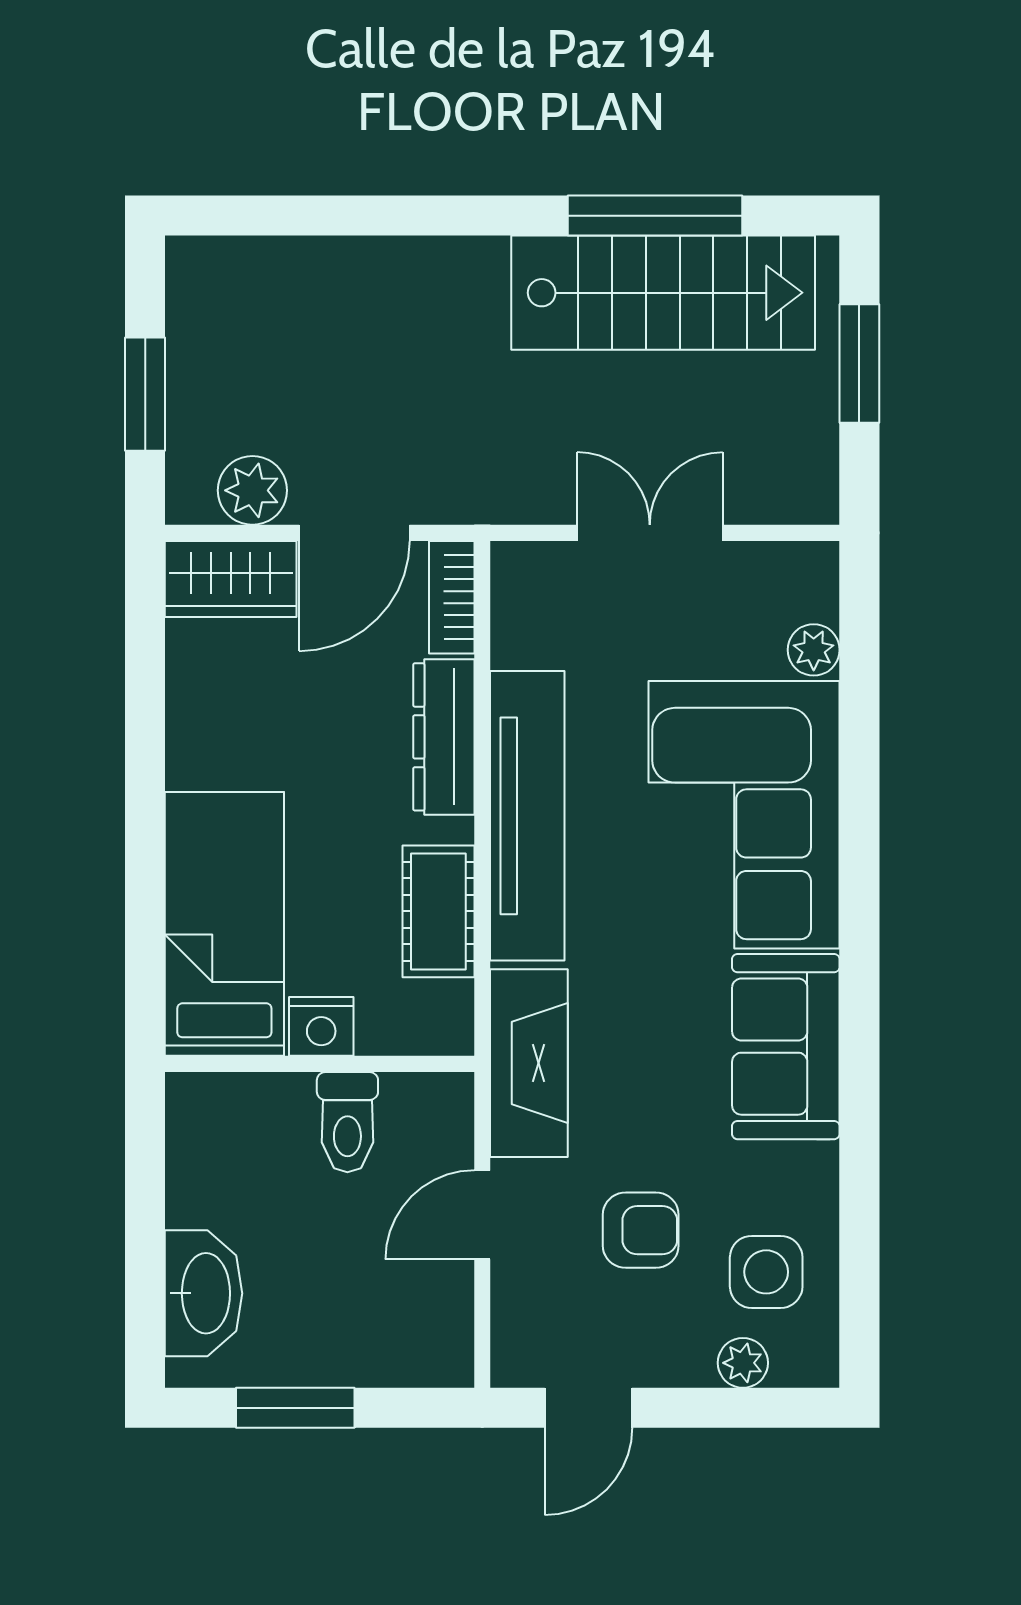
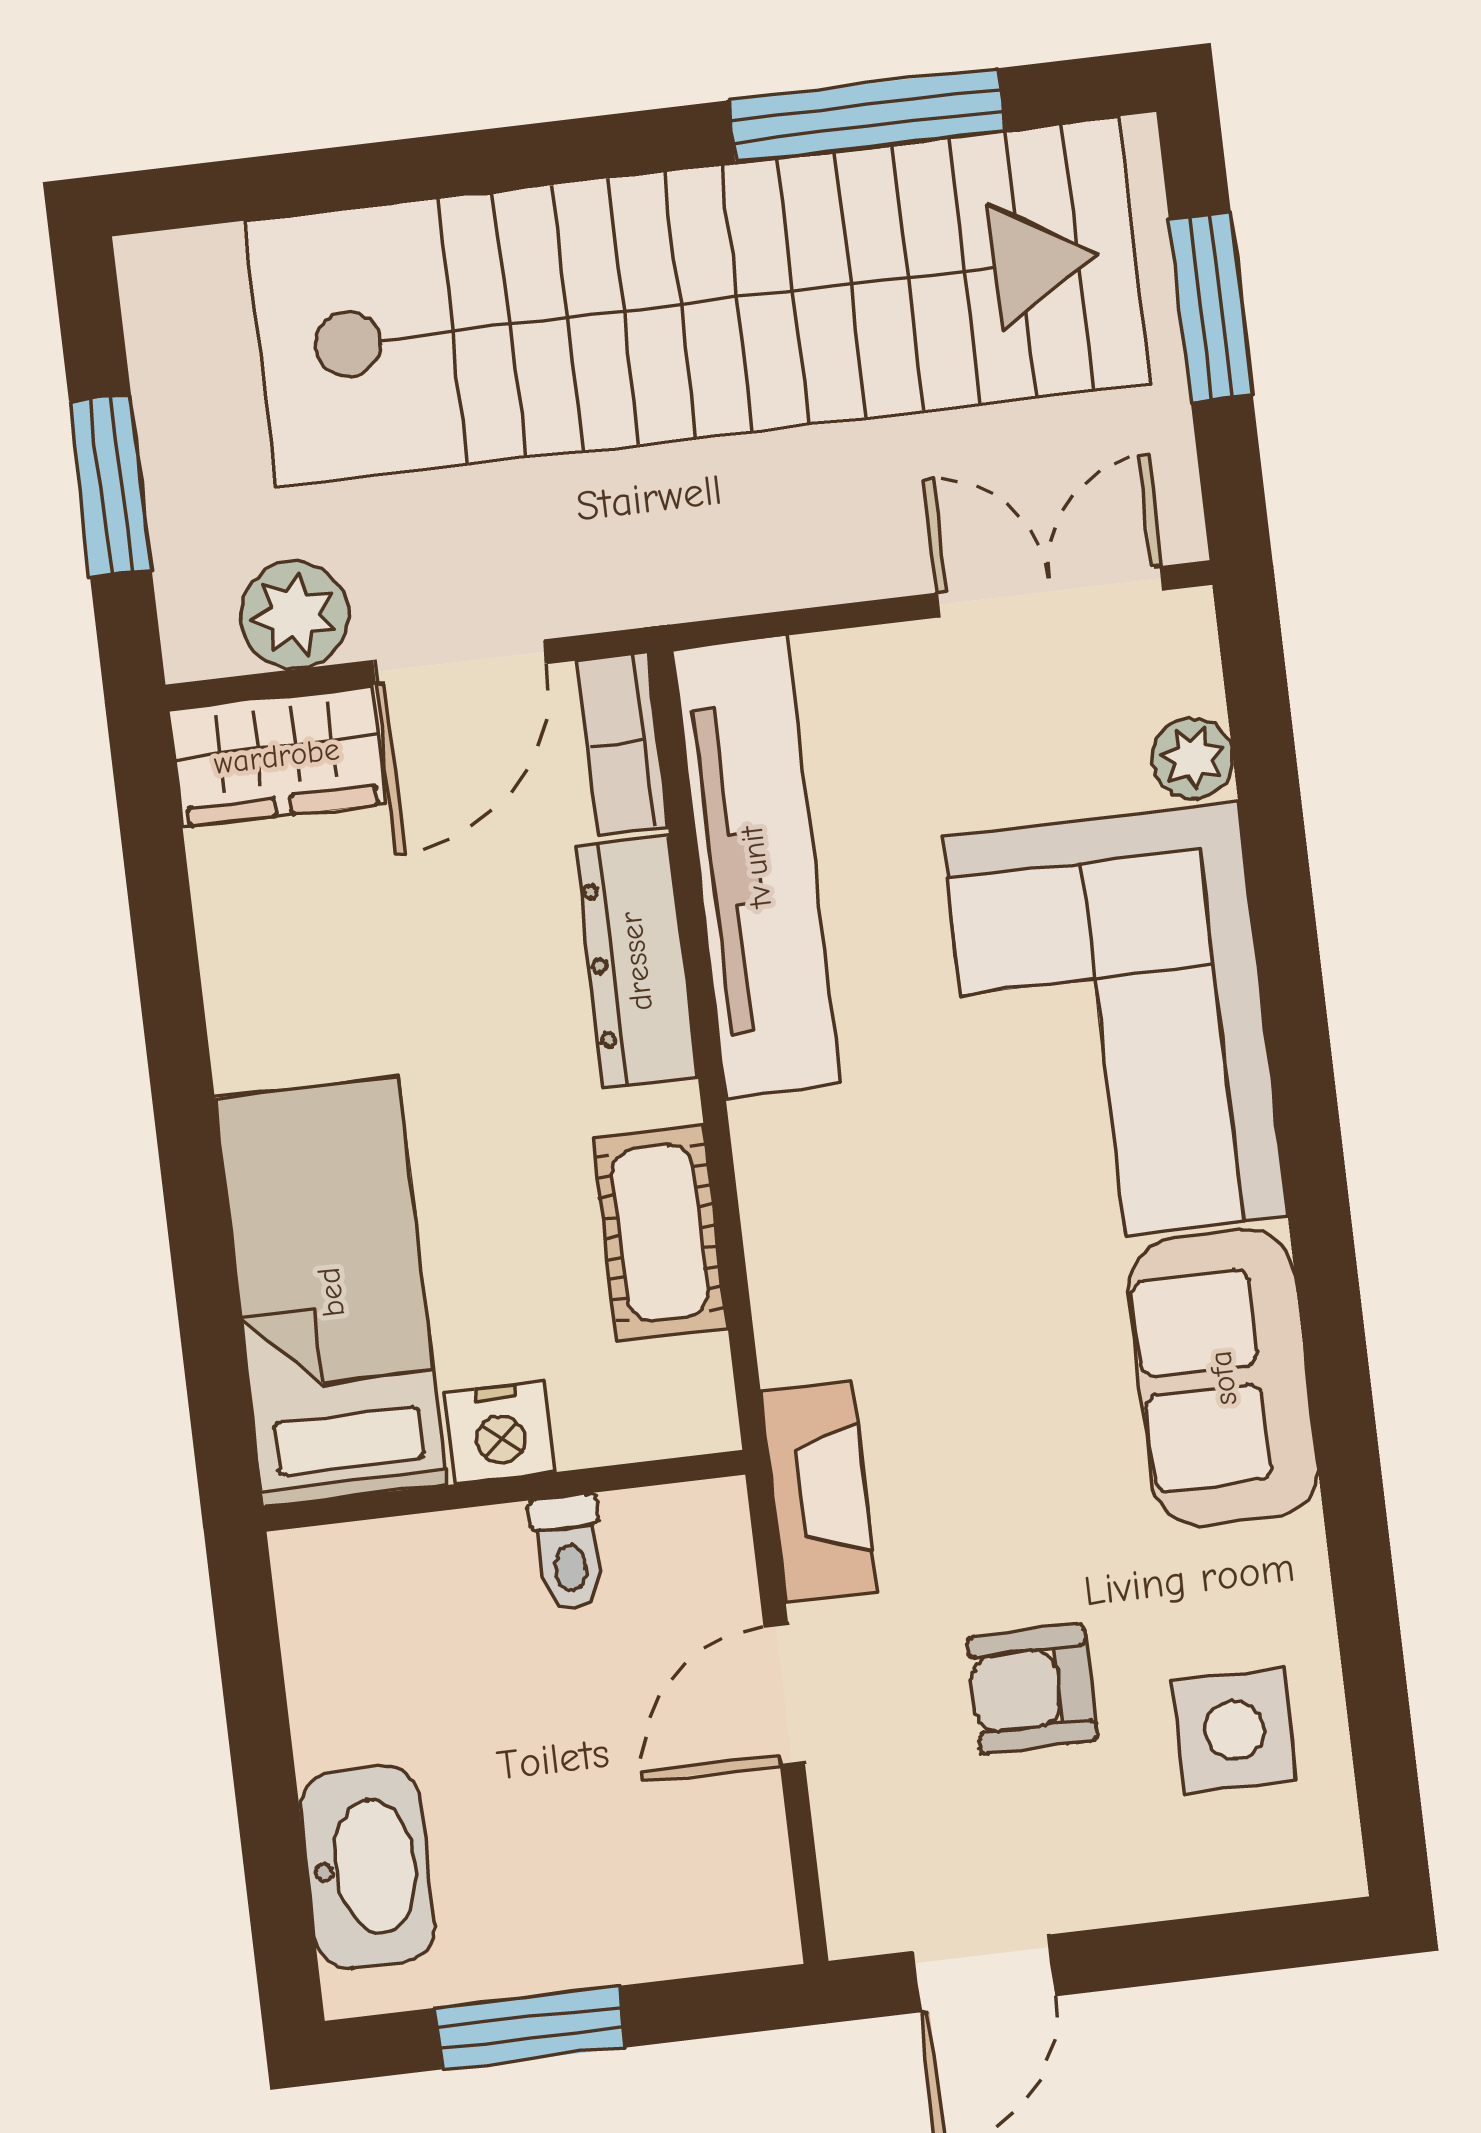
stairs: (663, 293) -> (697, 302), width x1.86, depth x1.51
double door: (650, 533) -> (1051, 592), moved
tv unit: (527, 816) -> (756, 867), moved
fireplace: (529, 1063) -> (819, 1492), width x0.73, depth x0.76
toilet: (347, 1122) -> (568, 1553), width x0.73, depth x0.72
armchair: (641, 1230) -> (1032, 1689), turned 180
plant: (743, 1363) -> (1215, 1875), removed

